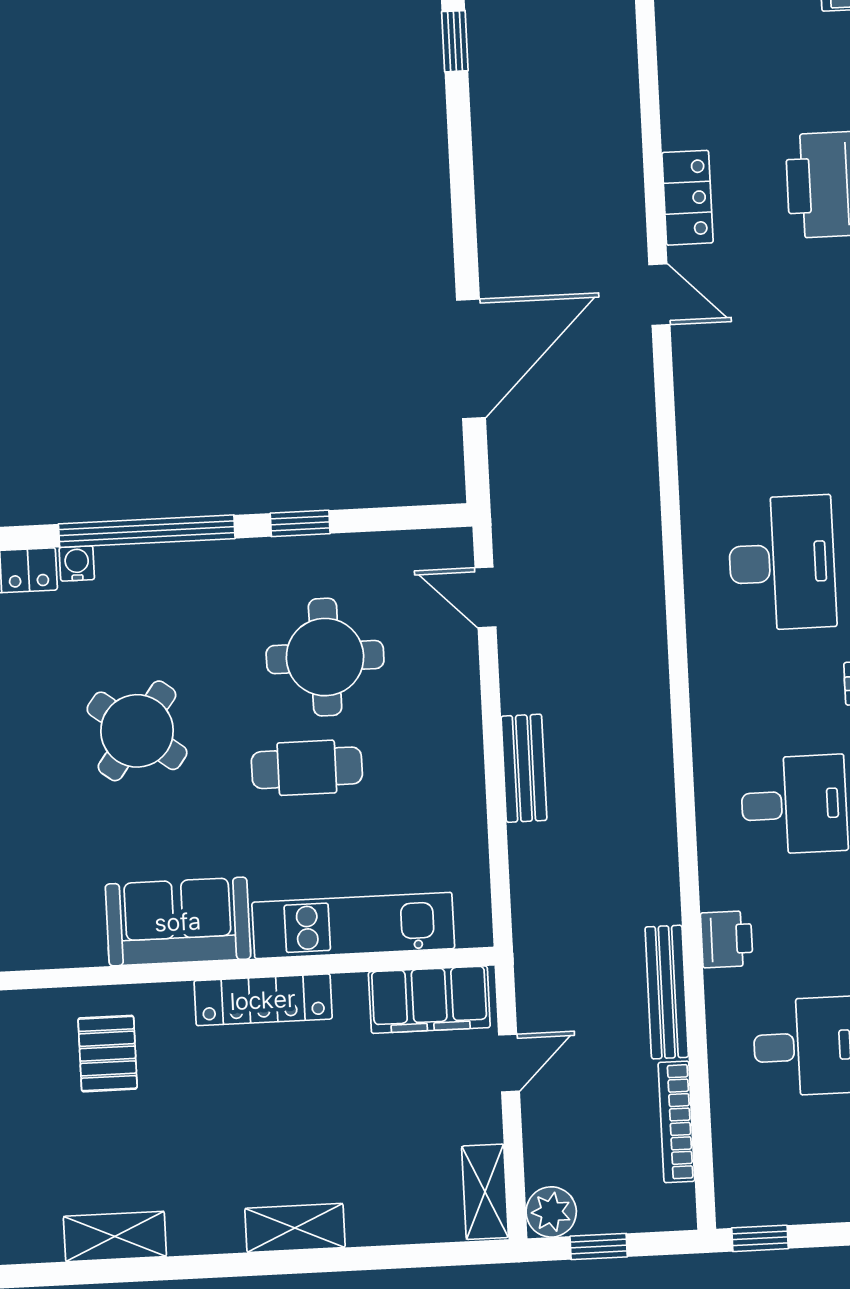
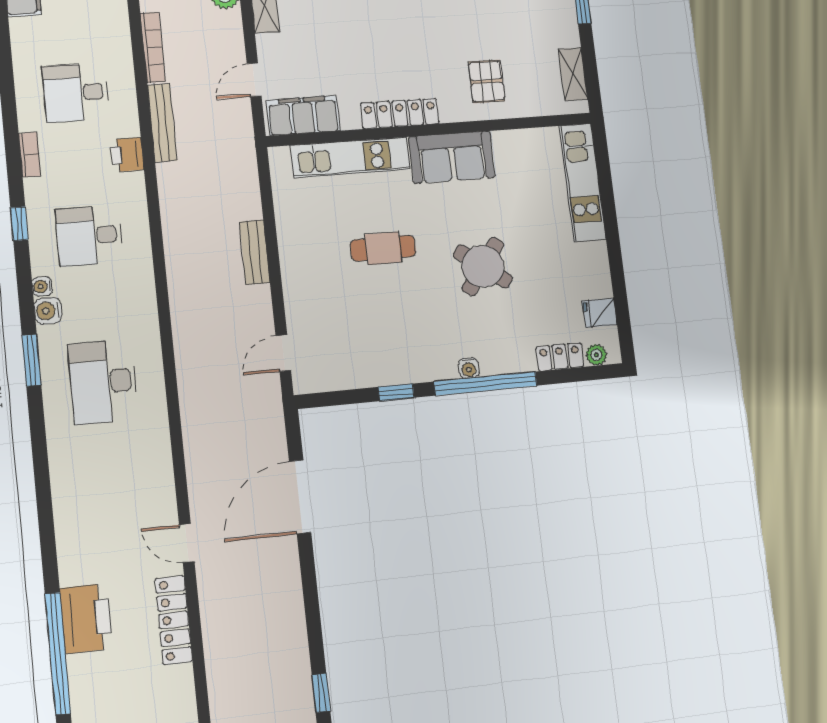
locker: (687, 198) -> (174, 620), width x1.53
water cooler: (77, 563) -> (469, 368), moved
door: (485, 597) -> (283, 353), swing flipped
round table: (325, 657) -> (377, 314), removed

